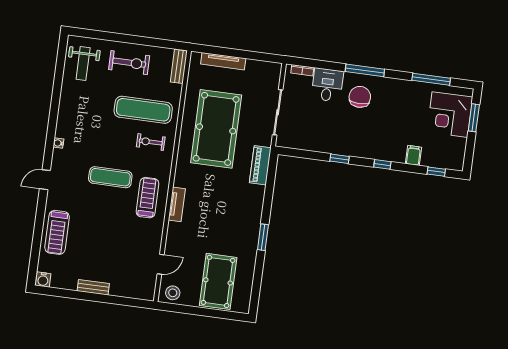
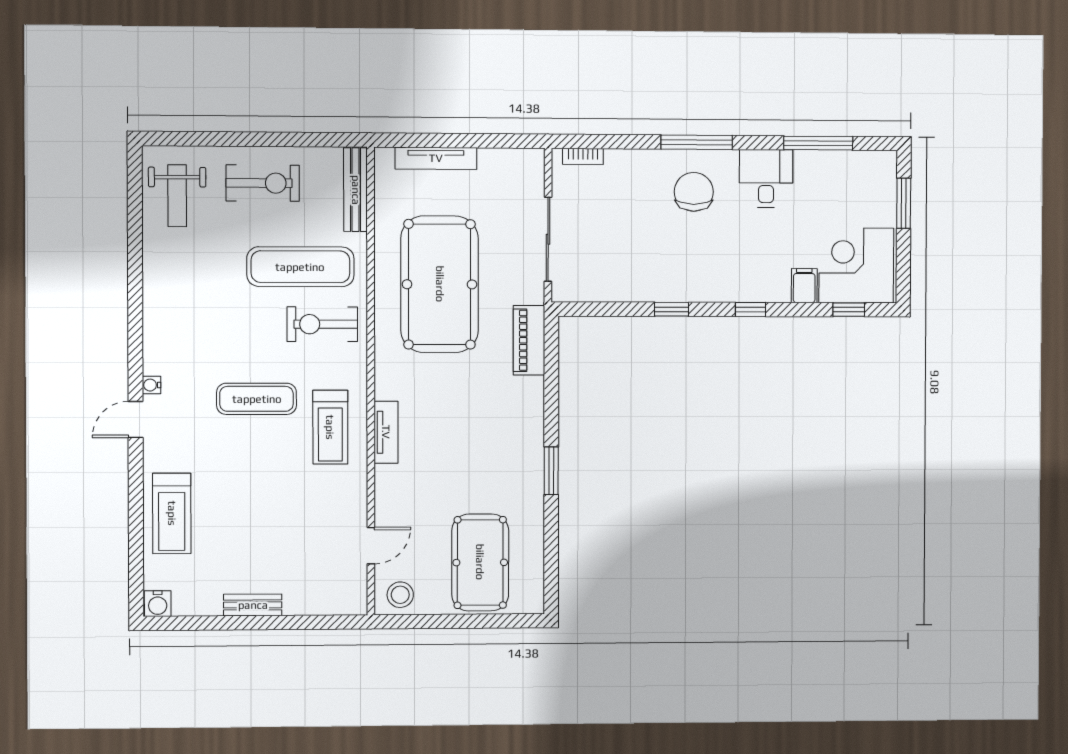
bench: (179, 66) -> (356, 190), width x1.36
desk: (327, 85) -> (766, 178), moved
corner desk: (450, 115) -> (856, 265), moved, turned 90
exercise bike: (151, 142) -> (322, 324), width x1.38, depth x1.39
water cooler: (58, 143) -> (151, 385), moved
treadmill: (147, 198) -> (330, 427), turned 180

